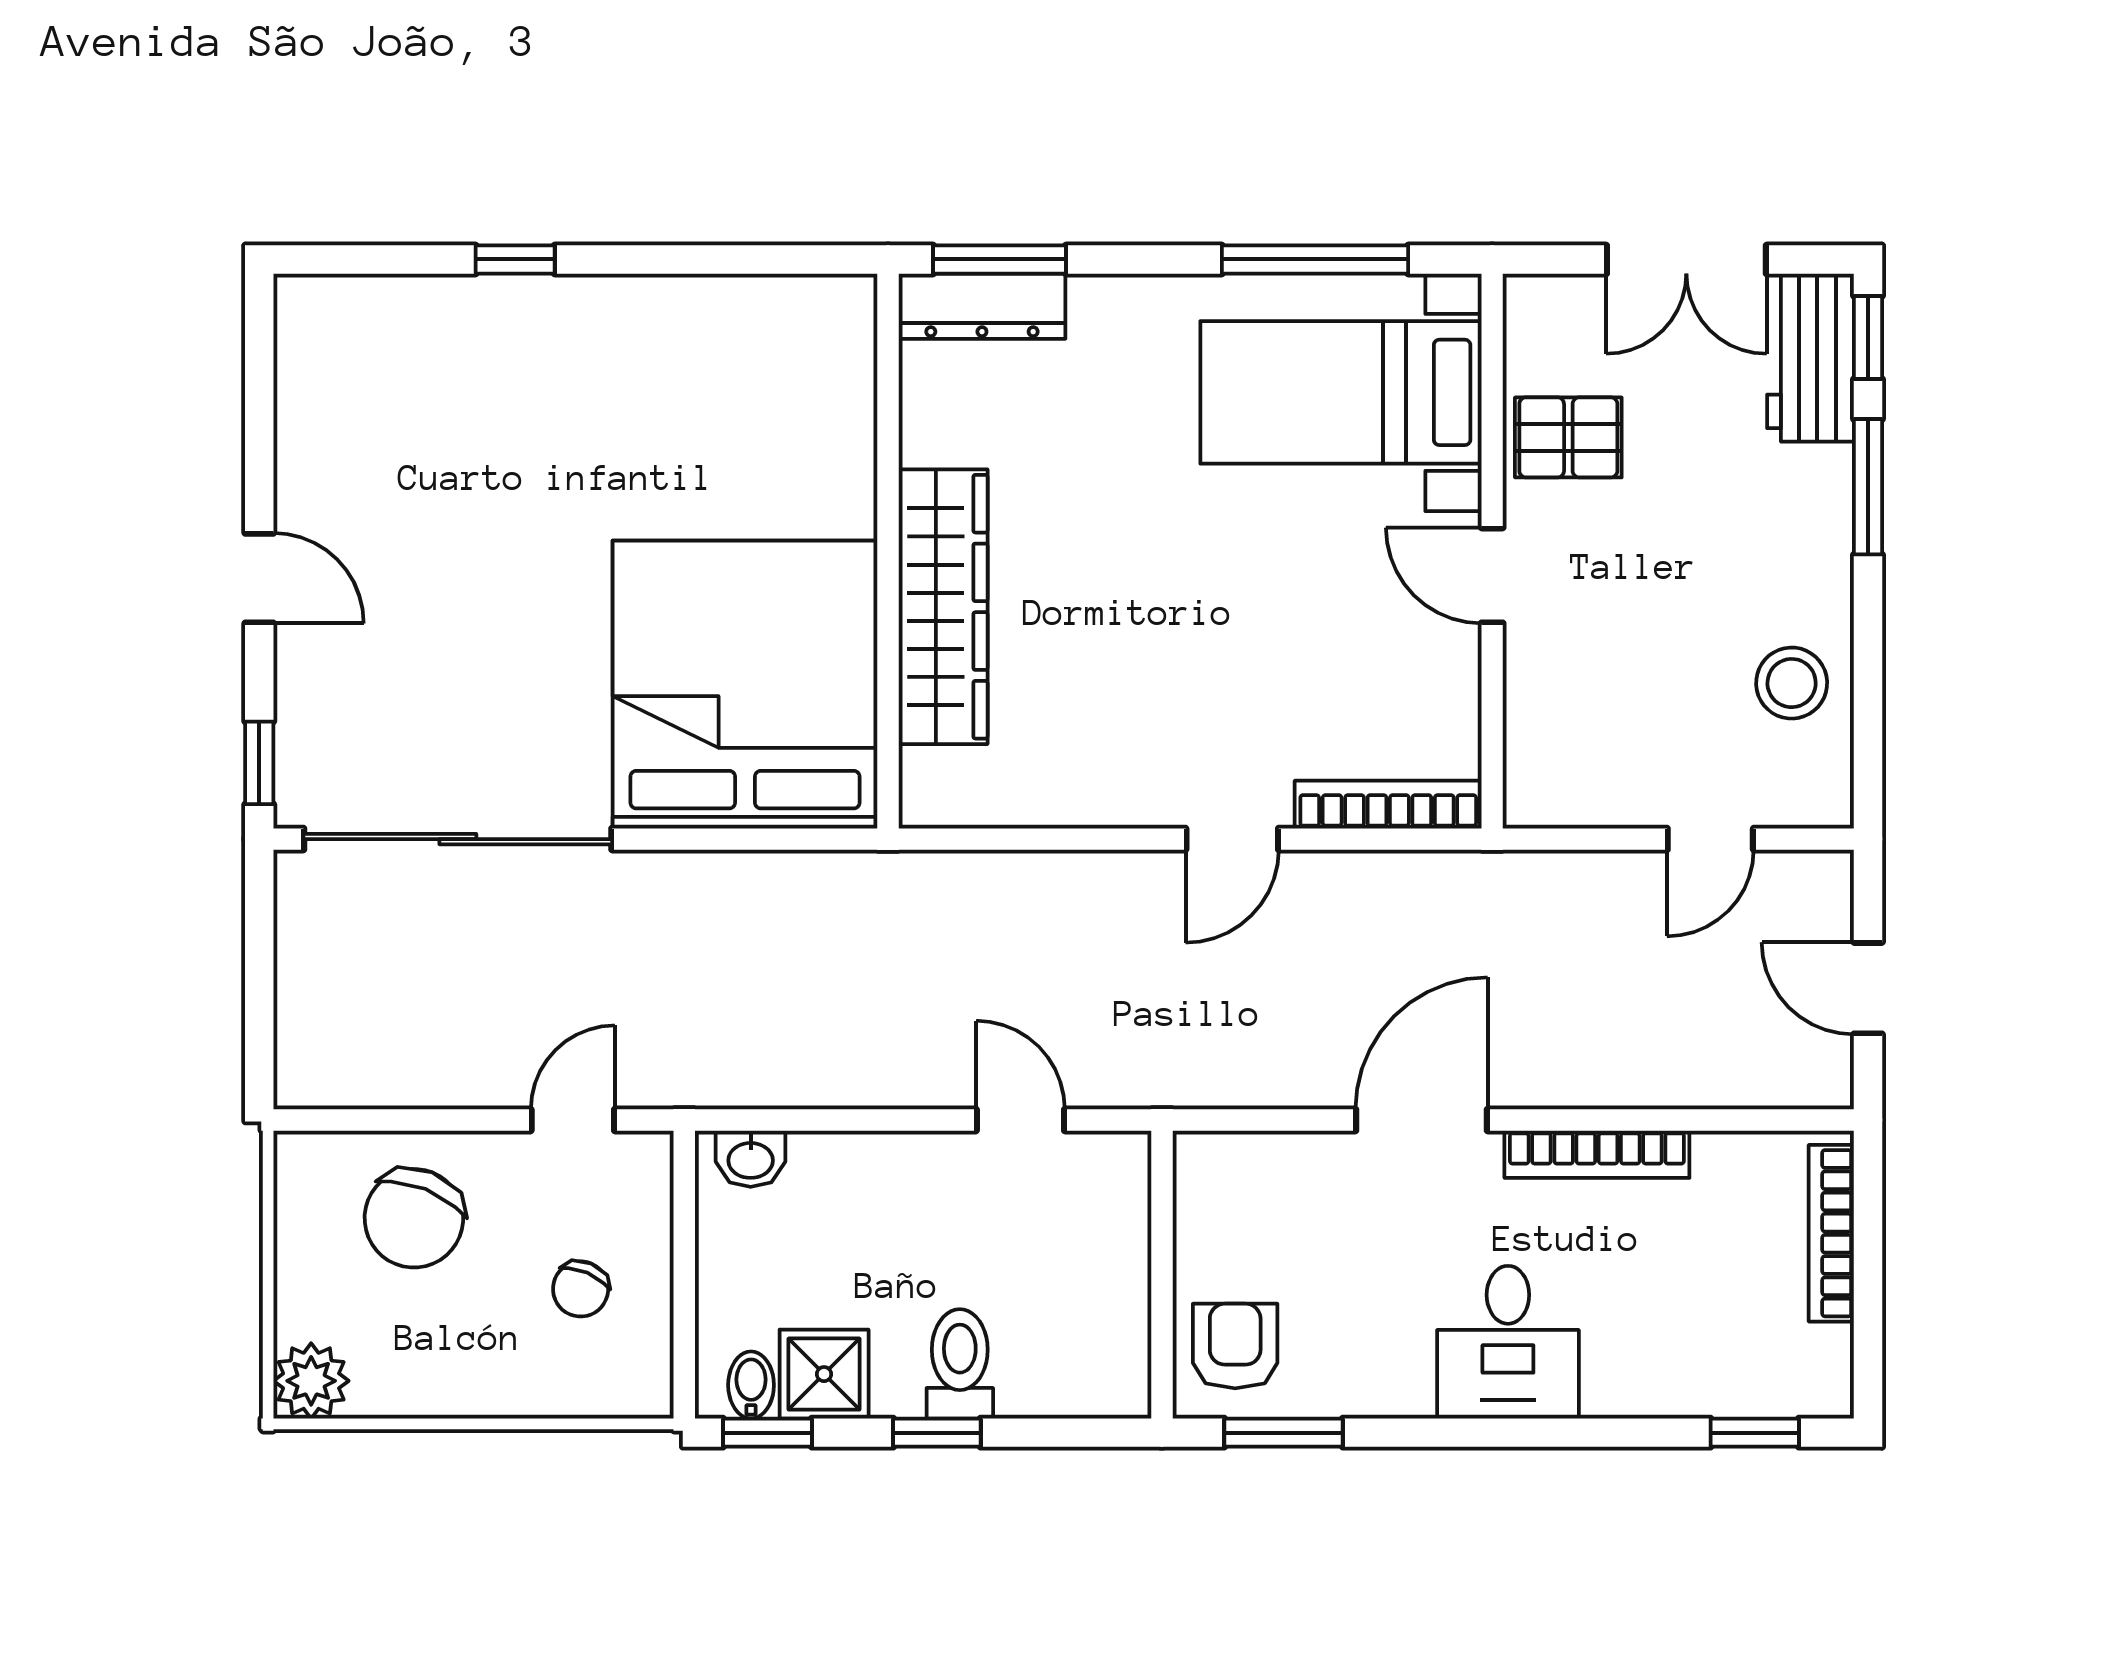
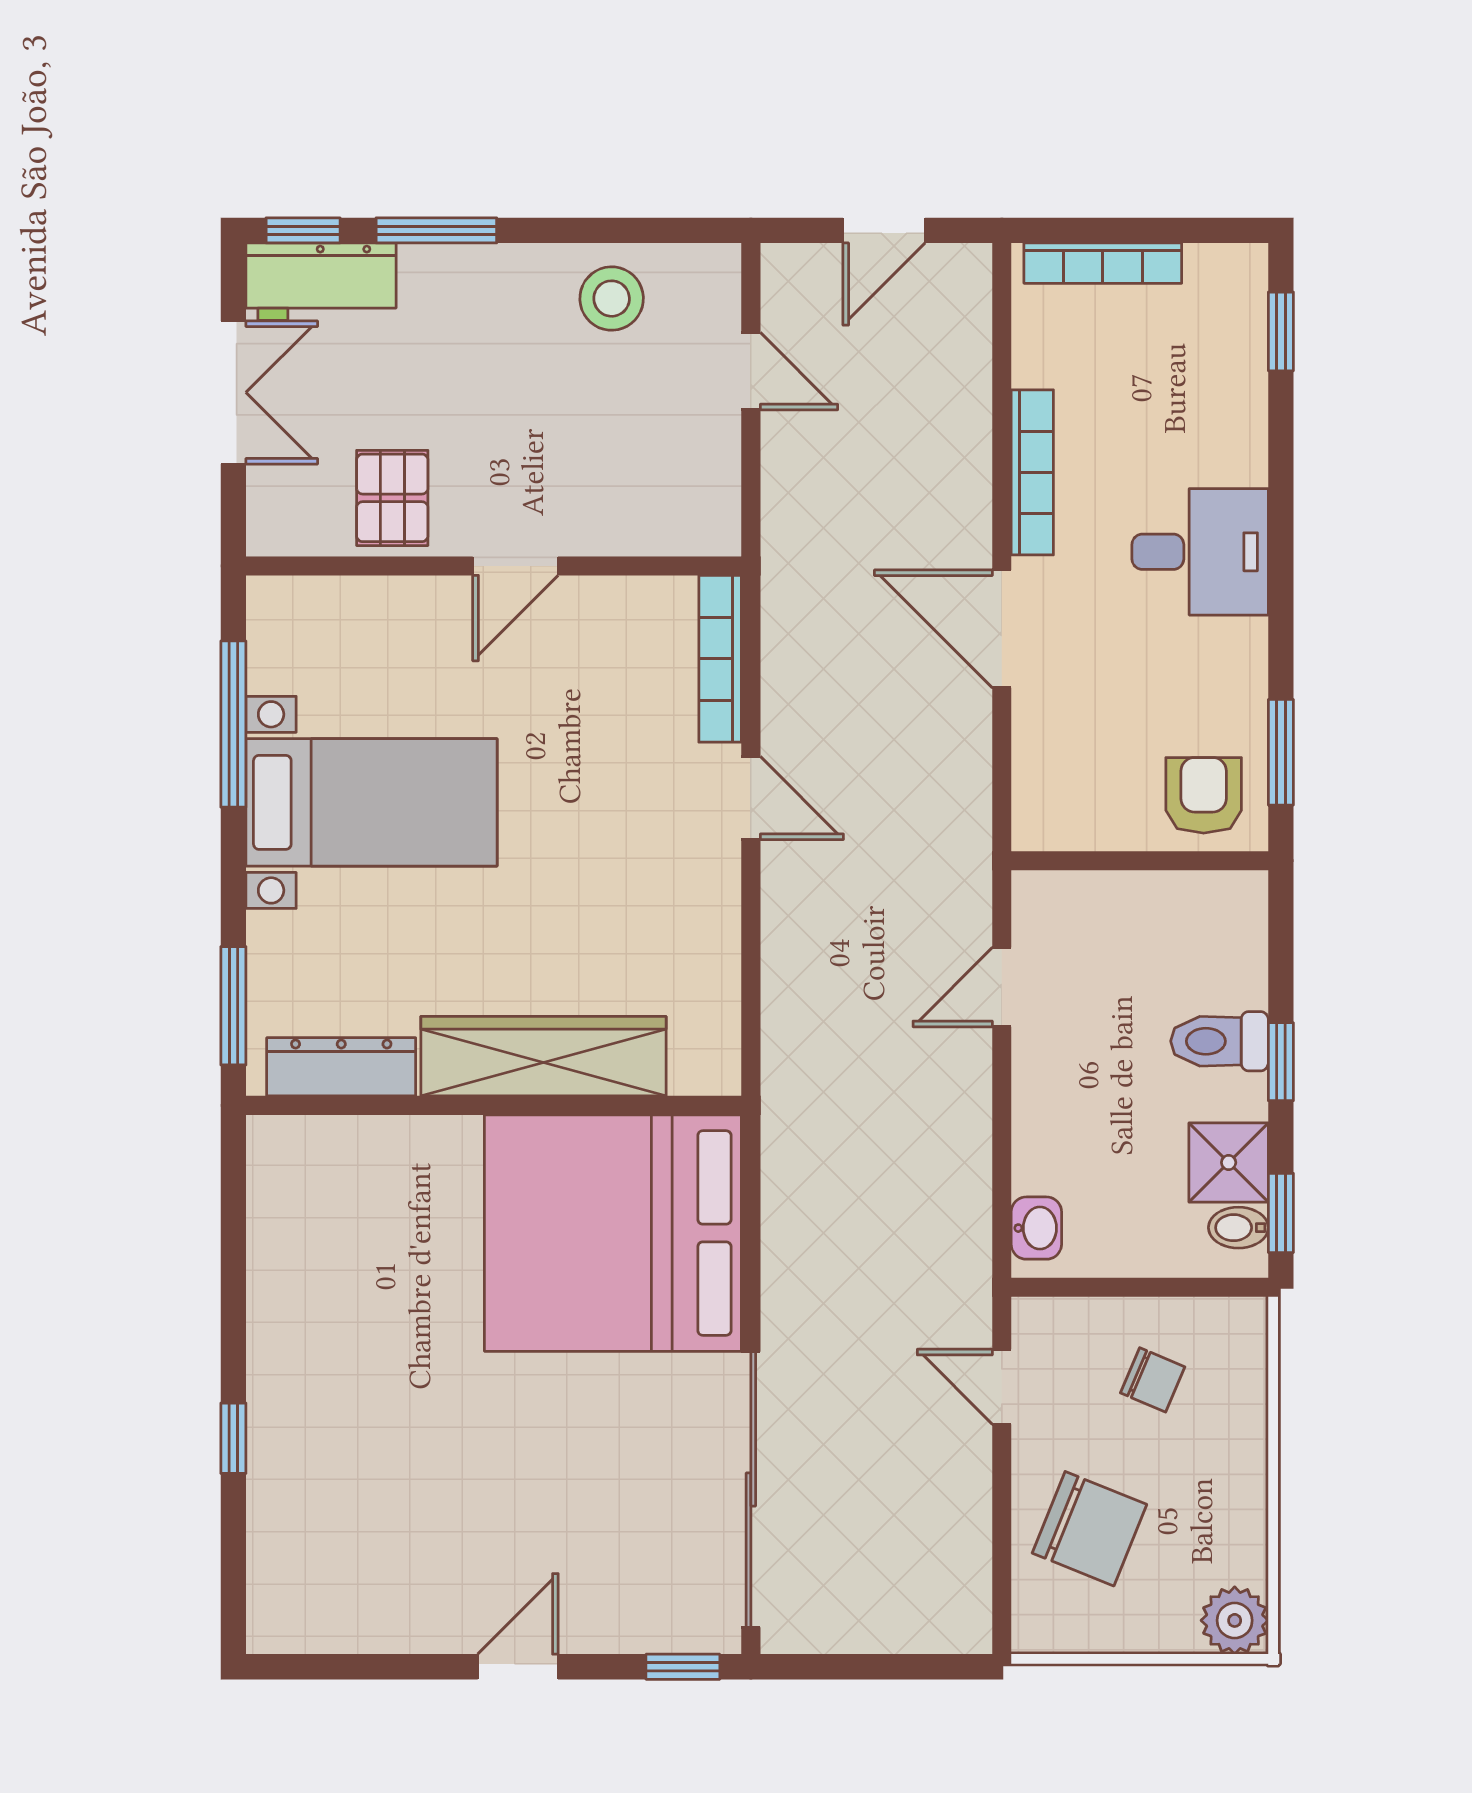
dresser: (982, 306) -> (341, 1067), moved, turned -90
bed with nightstands: (1341, 392) -> (372, 802), moved, turned -90
armchair: (1235, 1346) -> (1204, 795), turned 90

